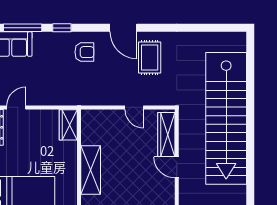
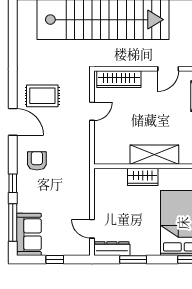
door: (123, 28) -> (13, 122), hinge flipped
wardrobe: (68, 125) -> (143, 177), moved
door: (177, 167) -> (168, 69), moved

